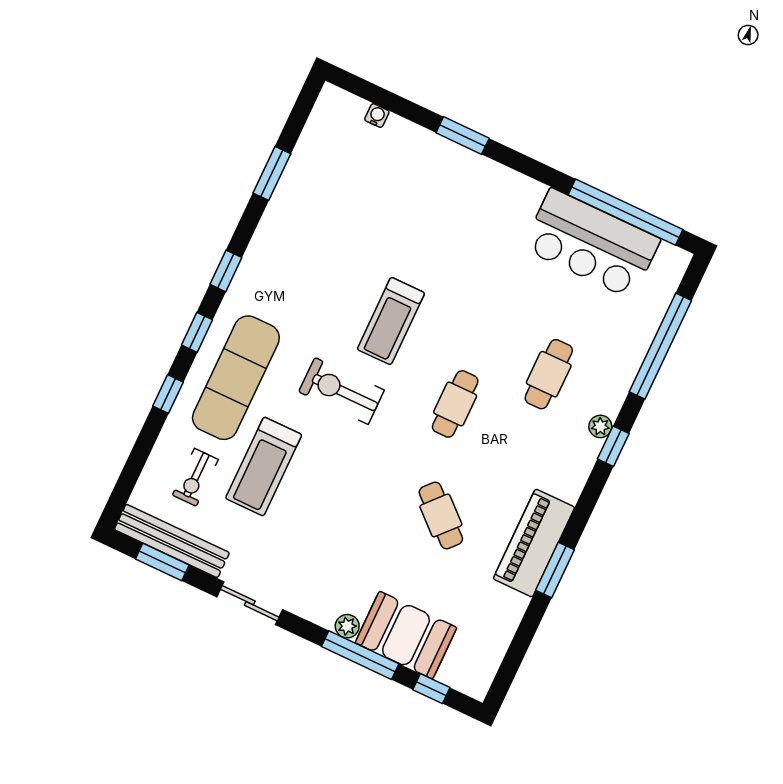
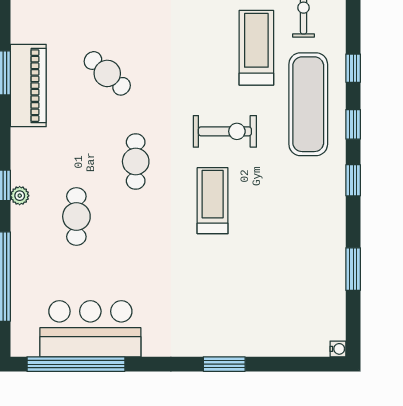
water cooler: (377, 116) -> (338, 349), moved, turned -90

